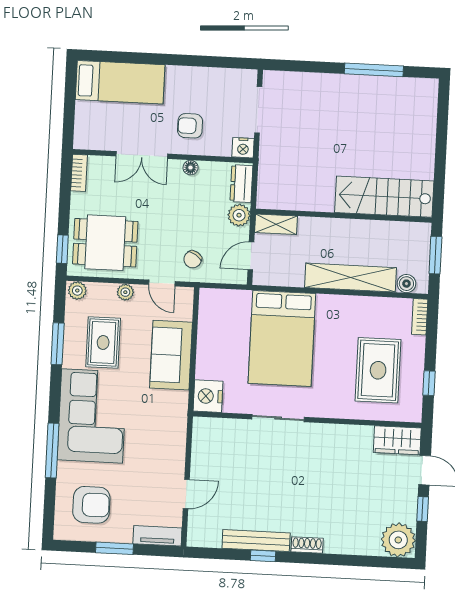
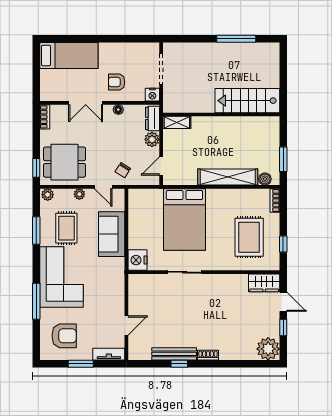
stairs: (384, 197) -> (247, 101), moved
wall: (344, 216) -> (221, 114), moved
shelving: (276, 224) -> (177, 122), moved

